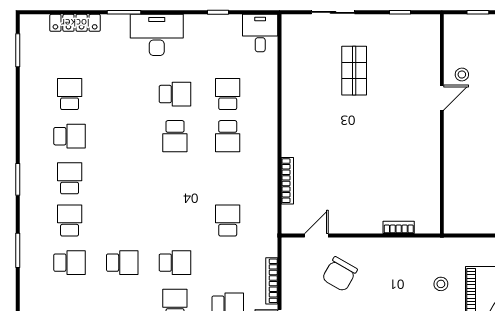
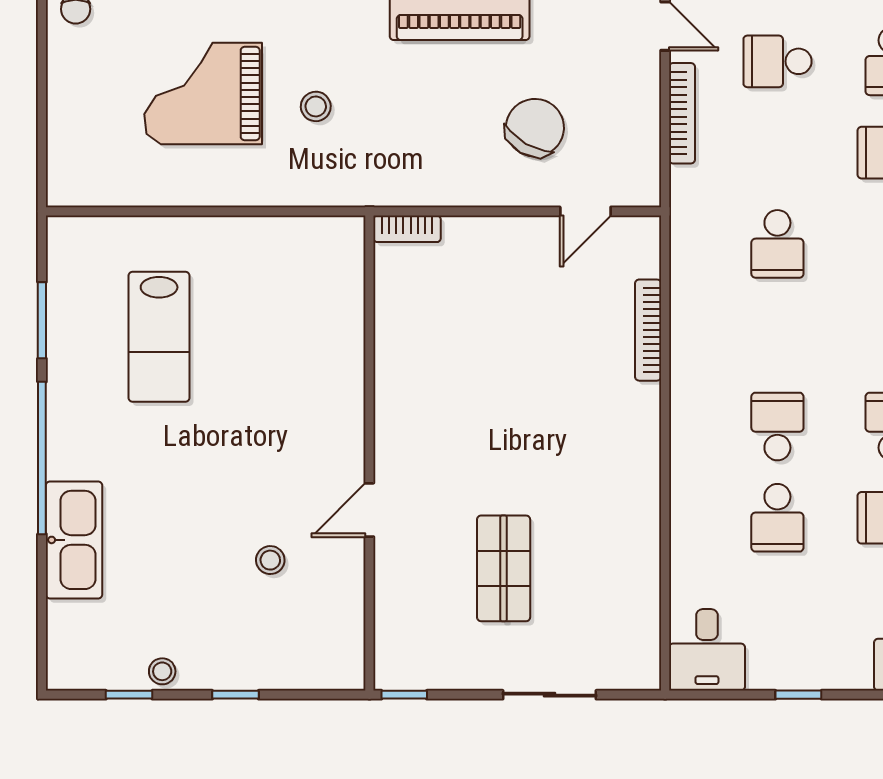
door: (442, 98) -> (369, 510), moved
wall: (442, 124) -> (369, 453), moved

